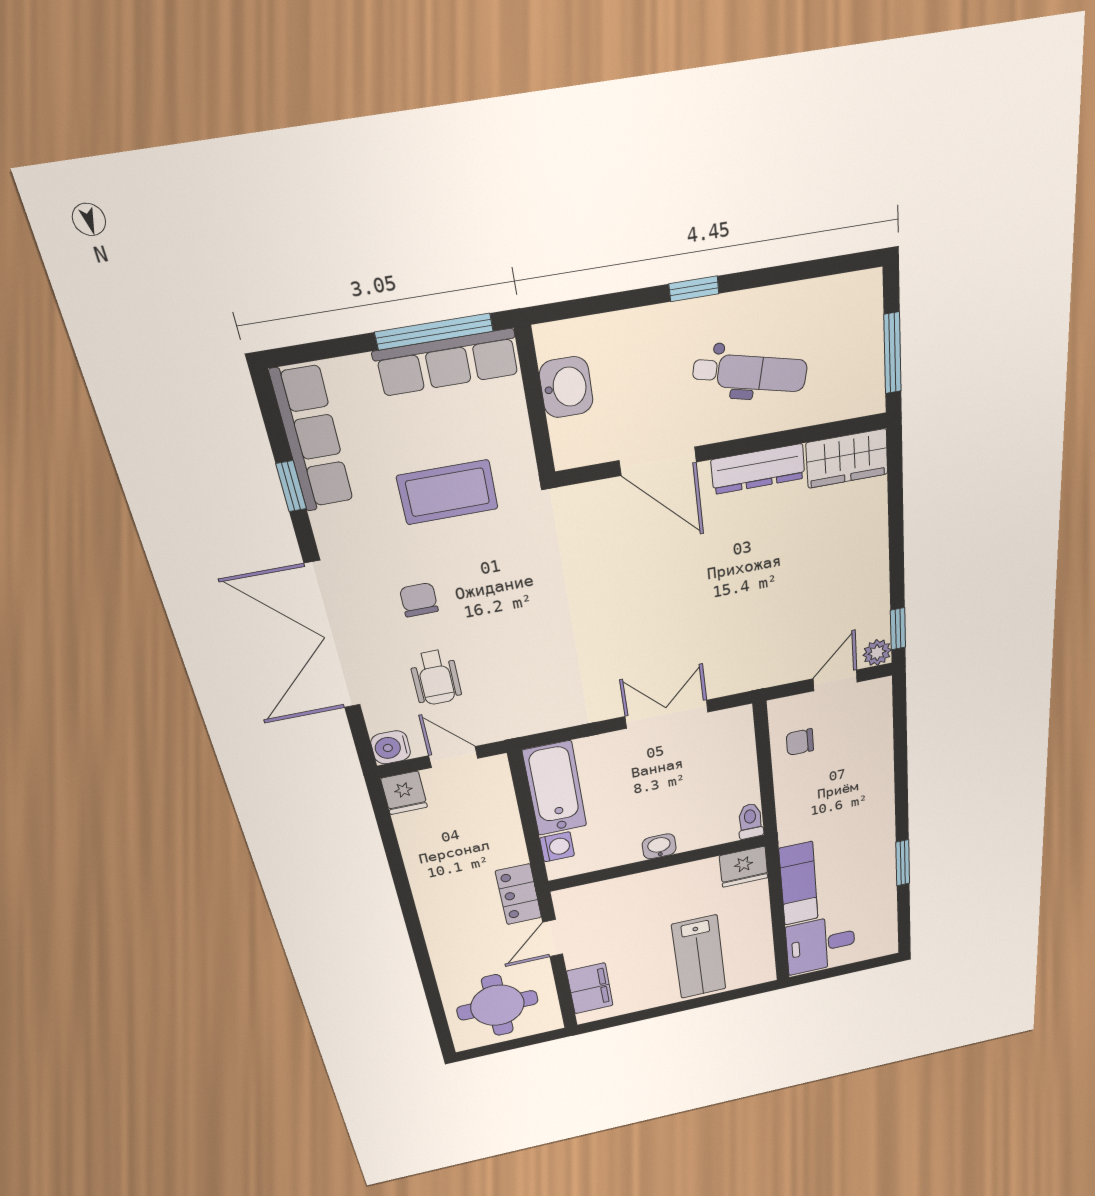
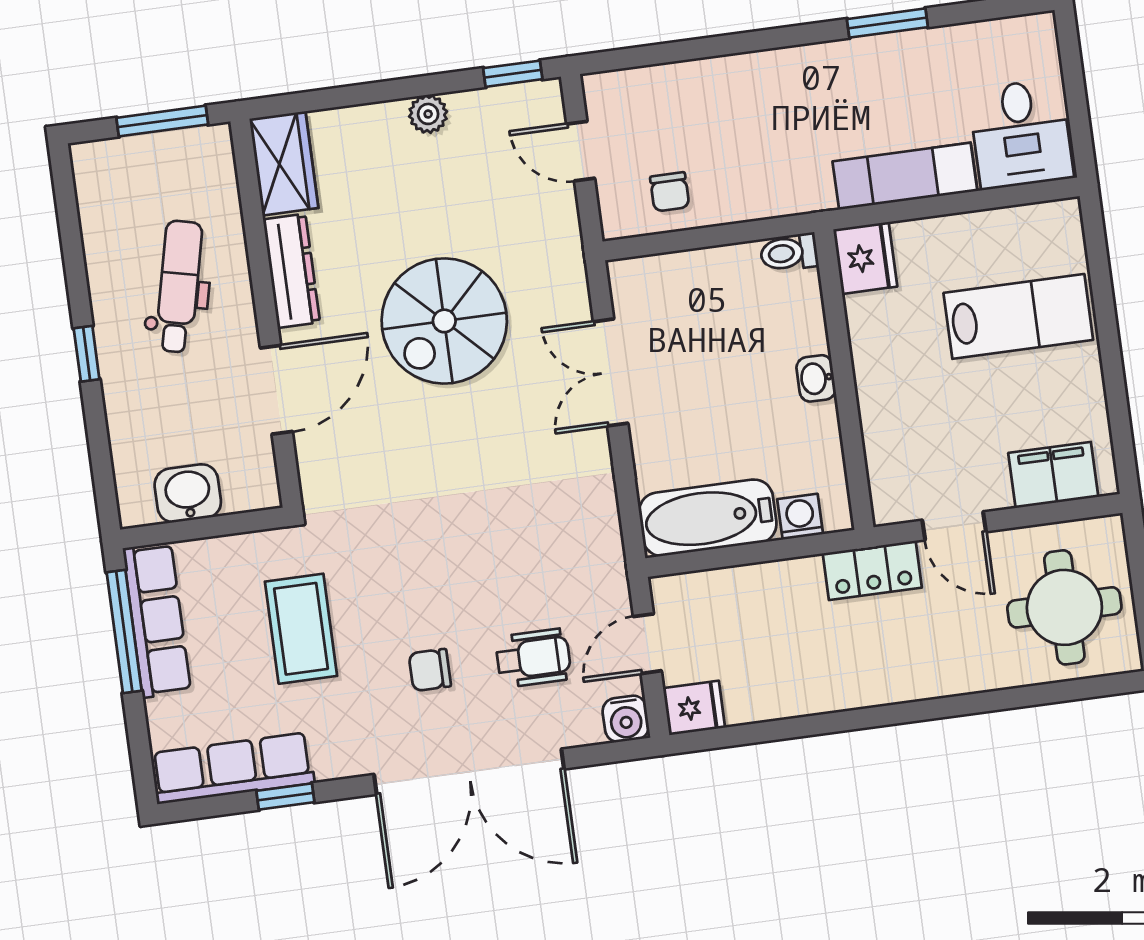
spiral stairs: (711, 592) -> (444, 321), added
plant: (877, 653) -> (428, 114), moved

